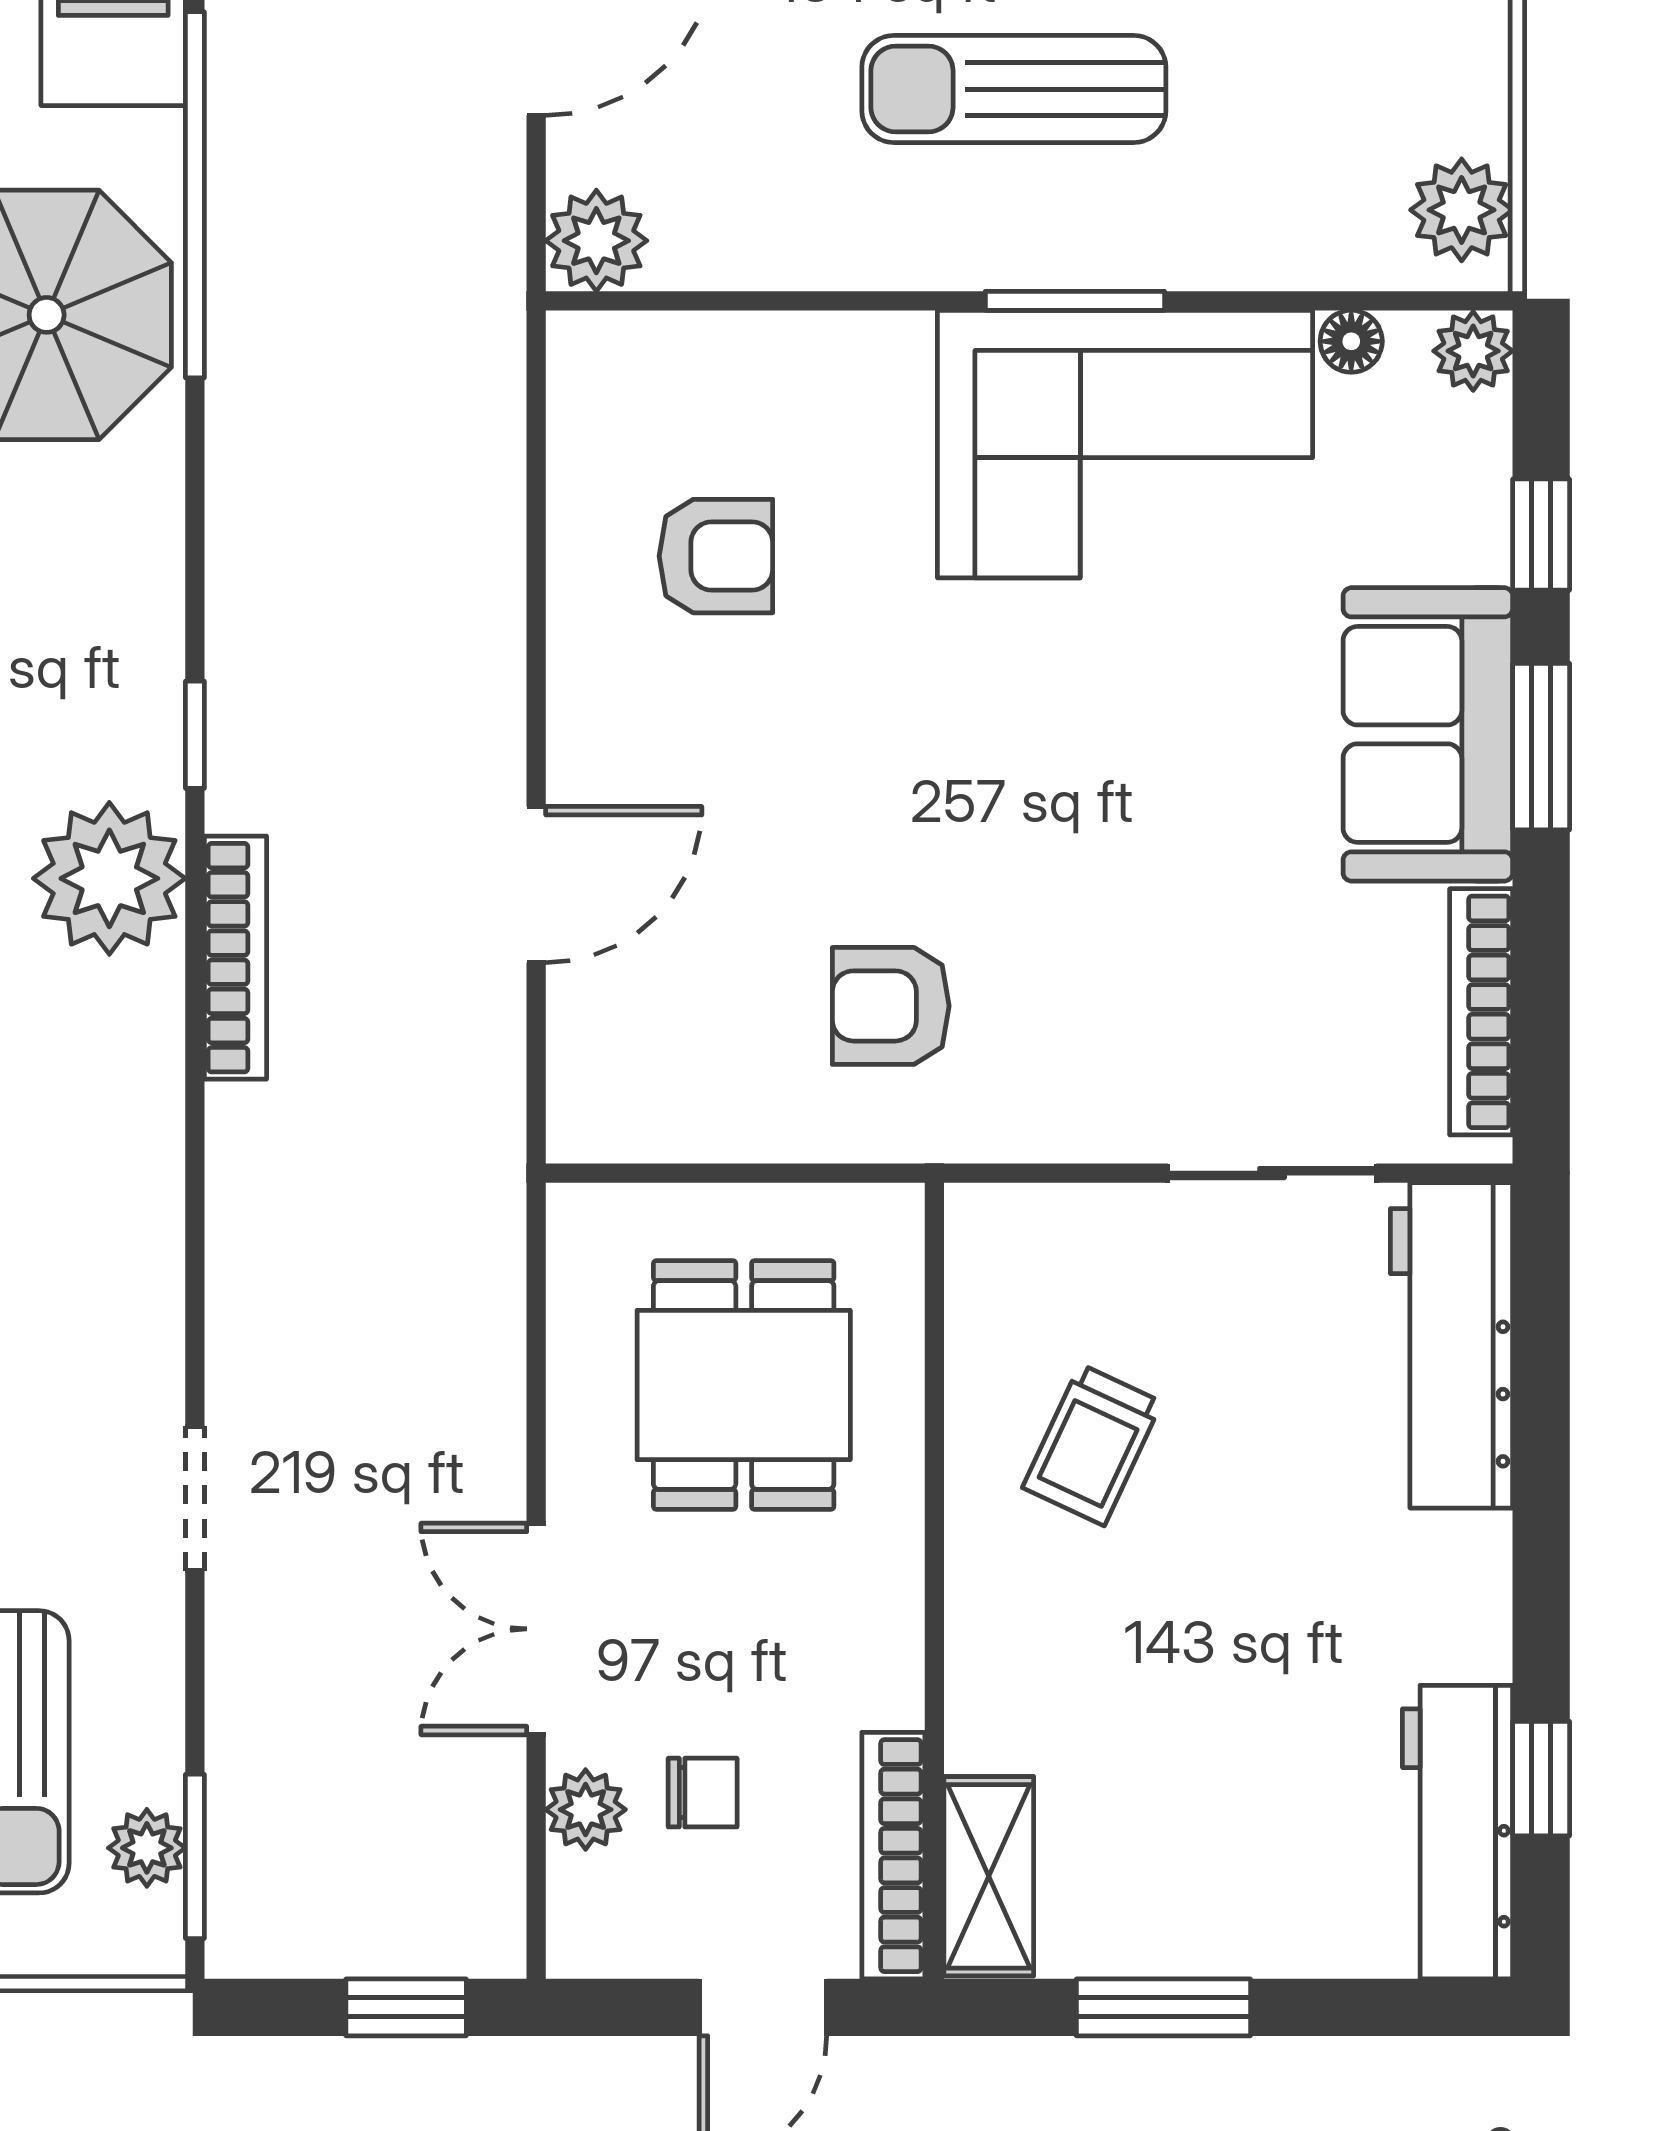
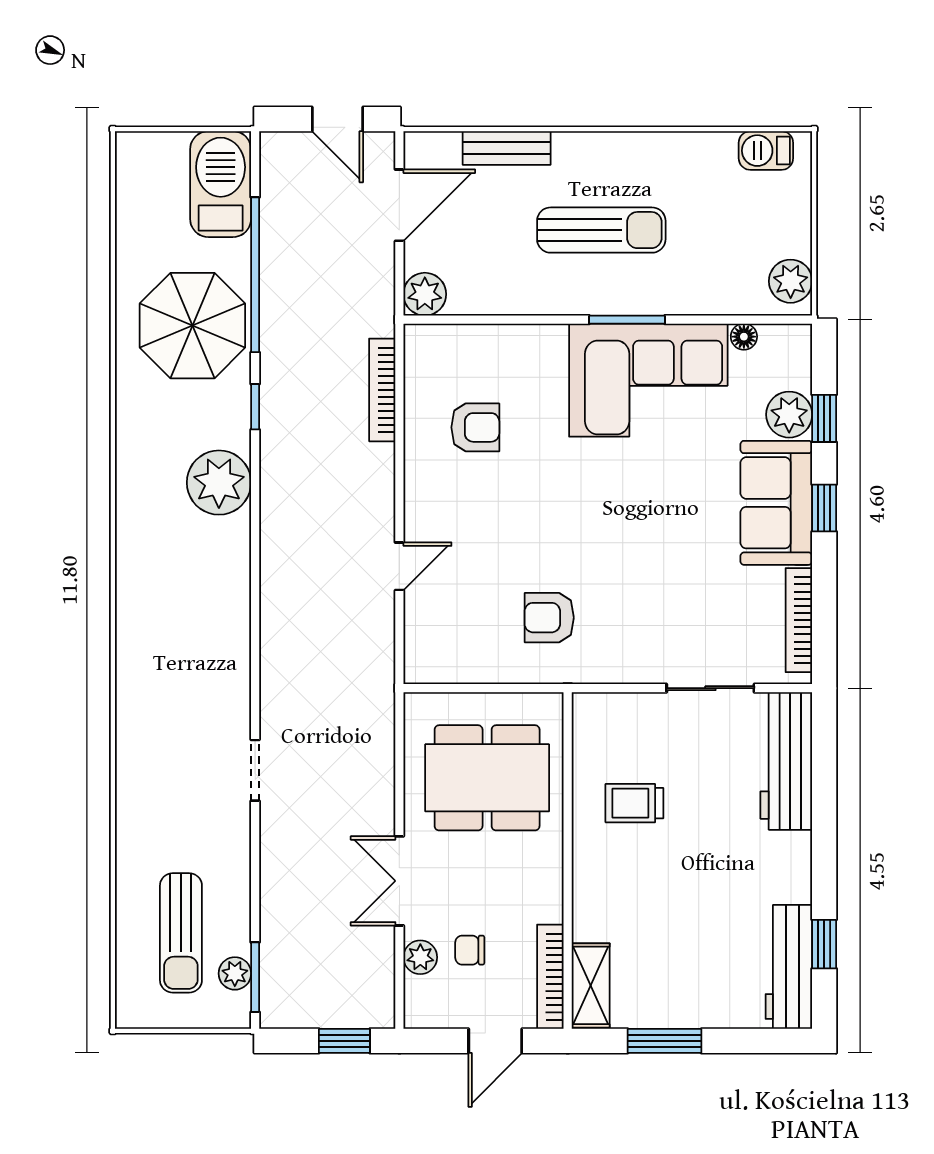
sun lounger: (1014, 89) -> (601, 230), turned 180
plant: (1473, 351) -> (789, 415), moved, width x1.38, depth x1.38
window: (195, 735) -> (255, 407), moved
window: (1541, 747) -> (824, 508), width x0.67
plant: (109, 878) -> (219, 483), moved
door: (536, 885) -> (399, 566), width x0.73
bookcase: (235, 958) -> (382, 390), moved, turned 180
dining table: (744, 1385) -> (487, 778), width x1.38
trolley: (1092, 1445) -> (634, 803), turned 65
doorway: (195, 1499) -> (255, 770), moved
chair: (703, 1793) -> (470, 950), turned 180

